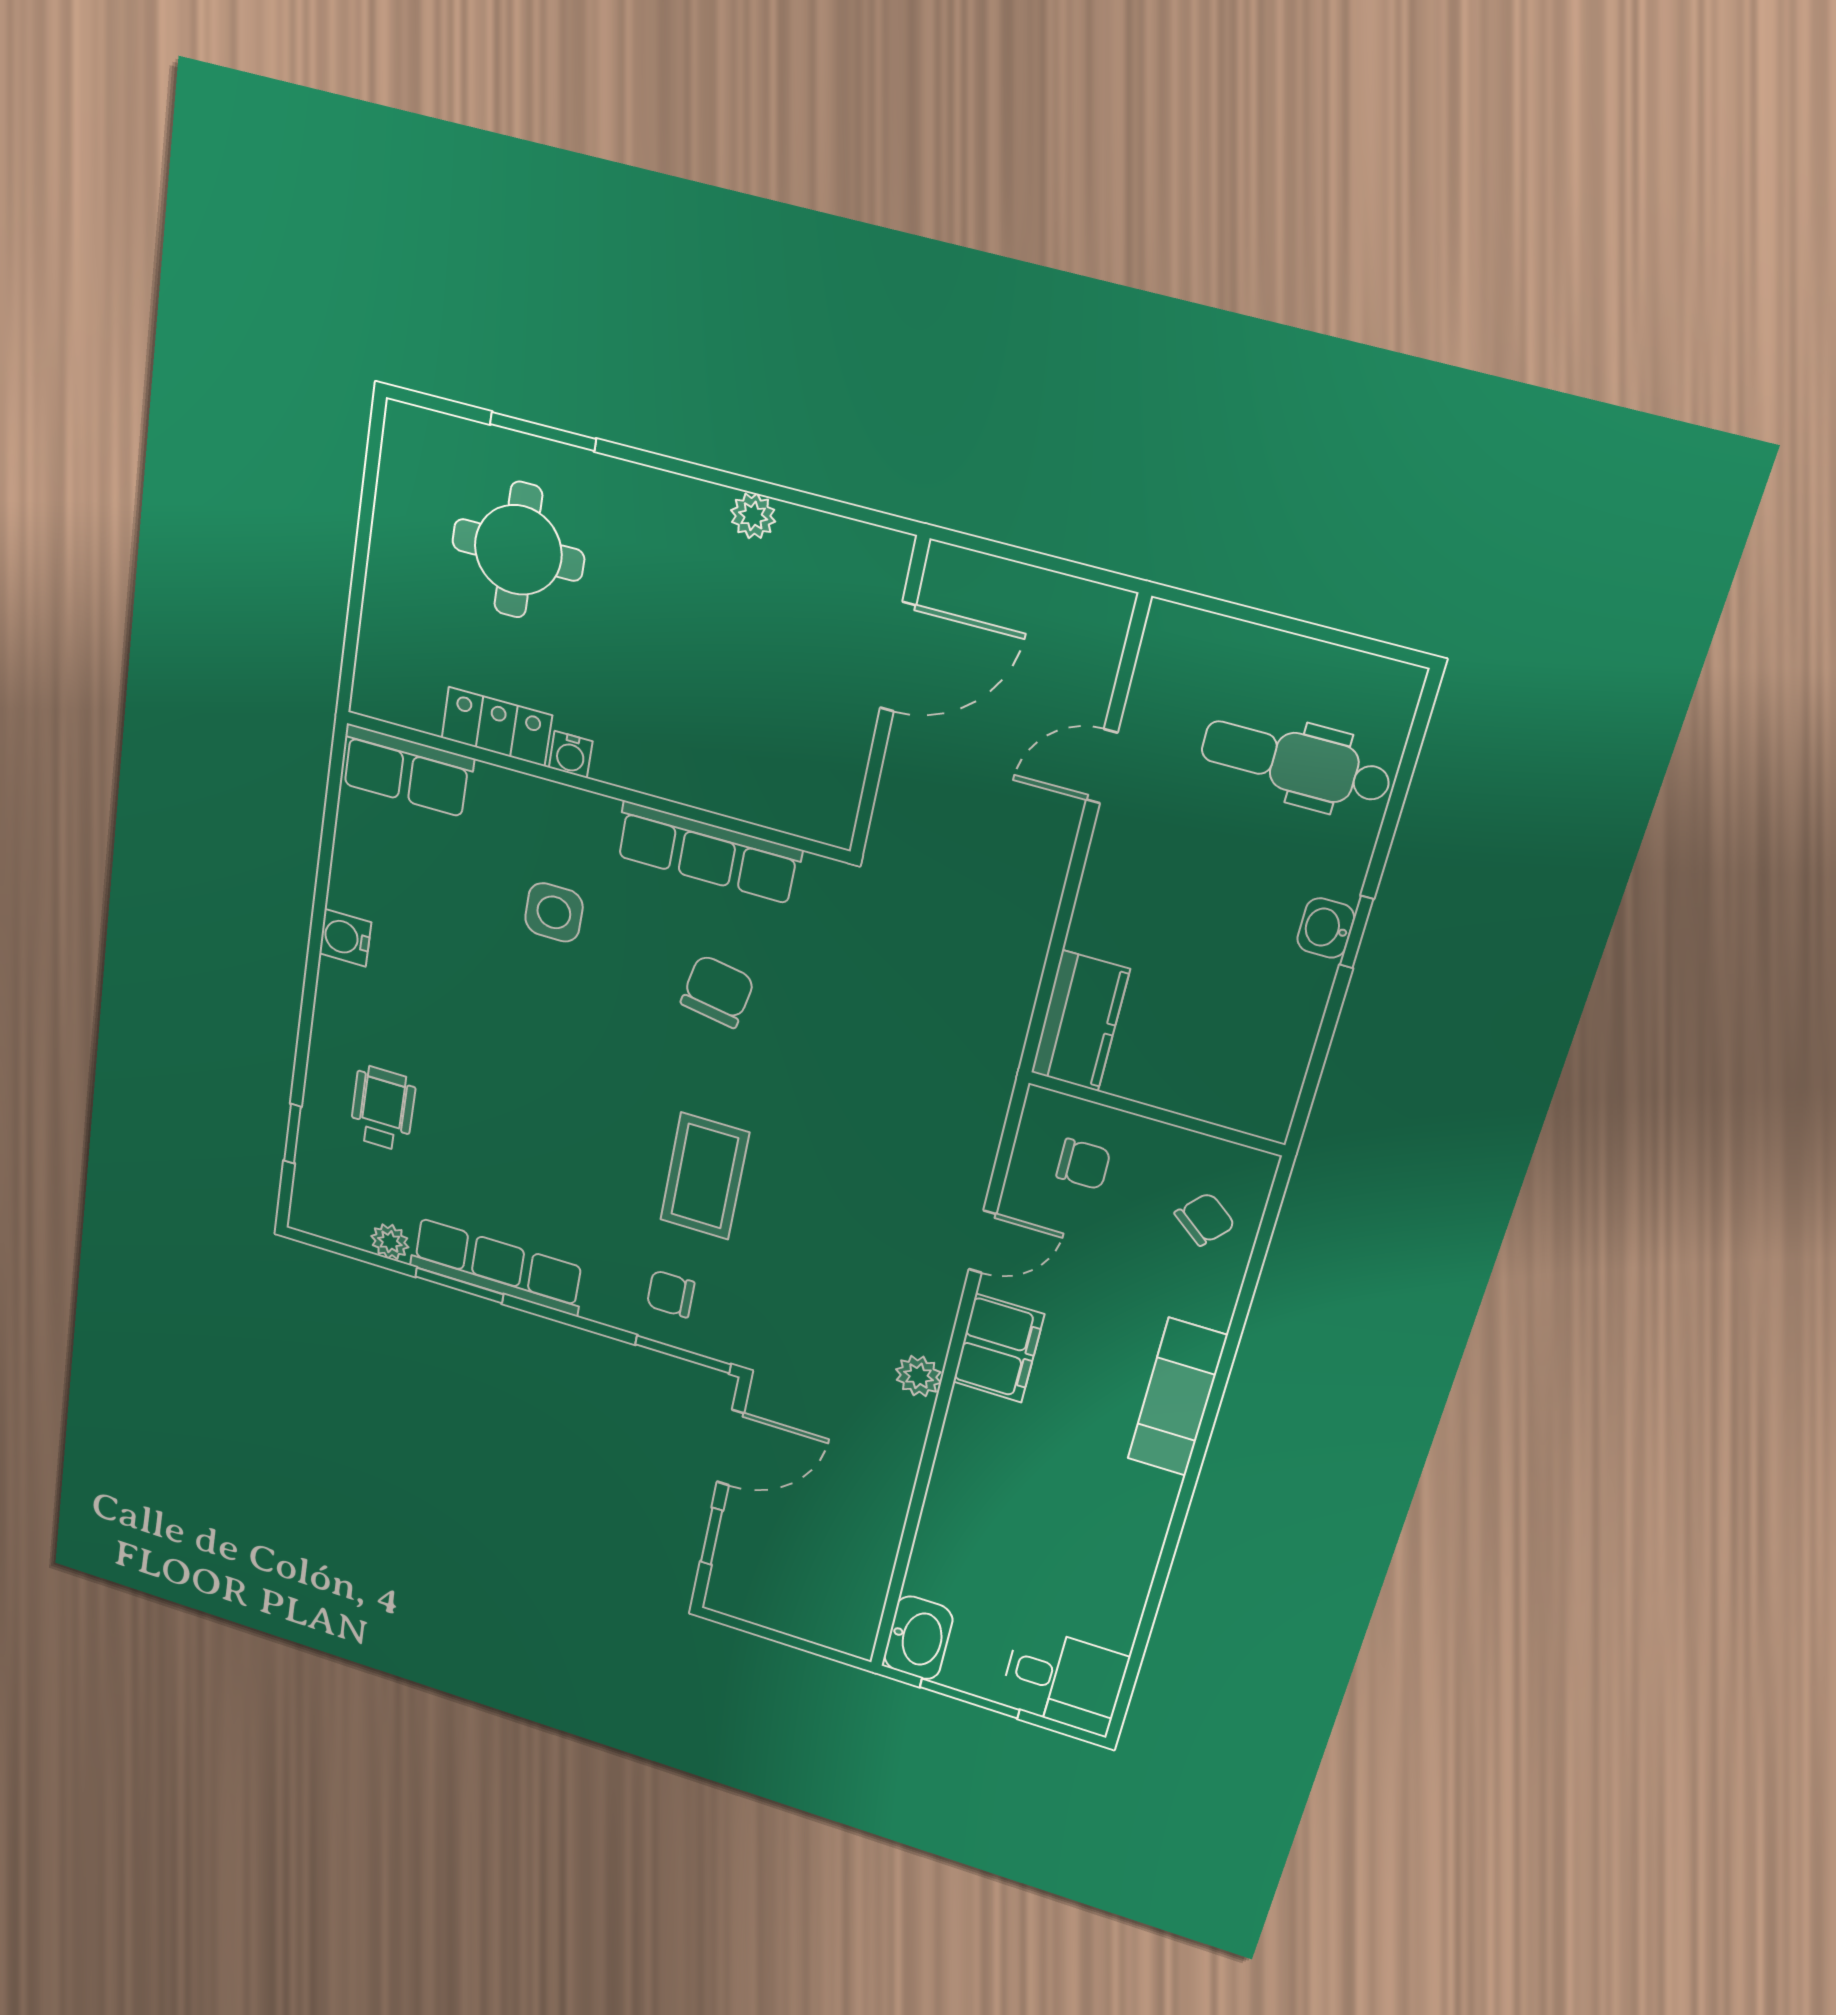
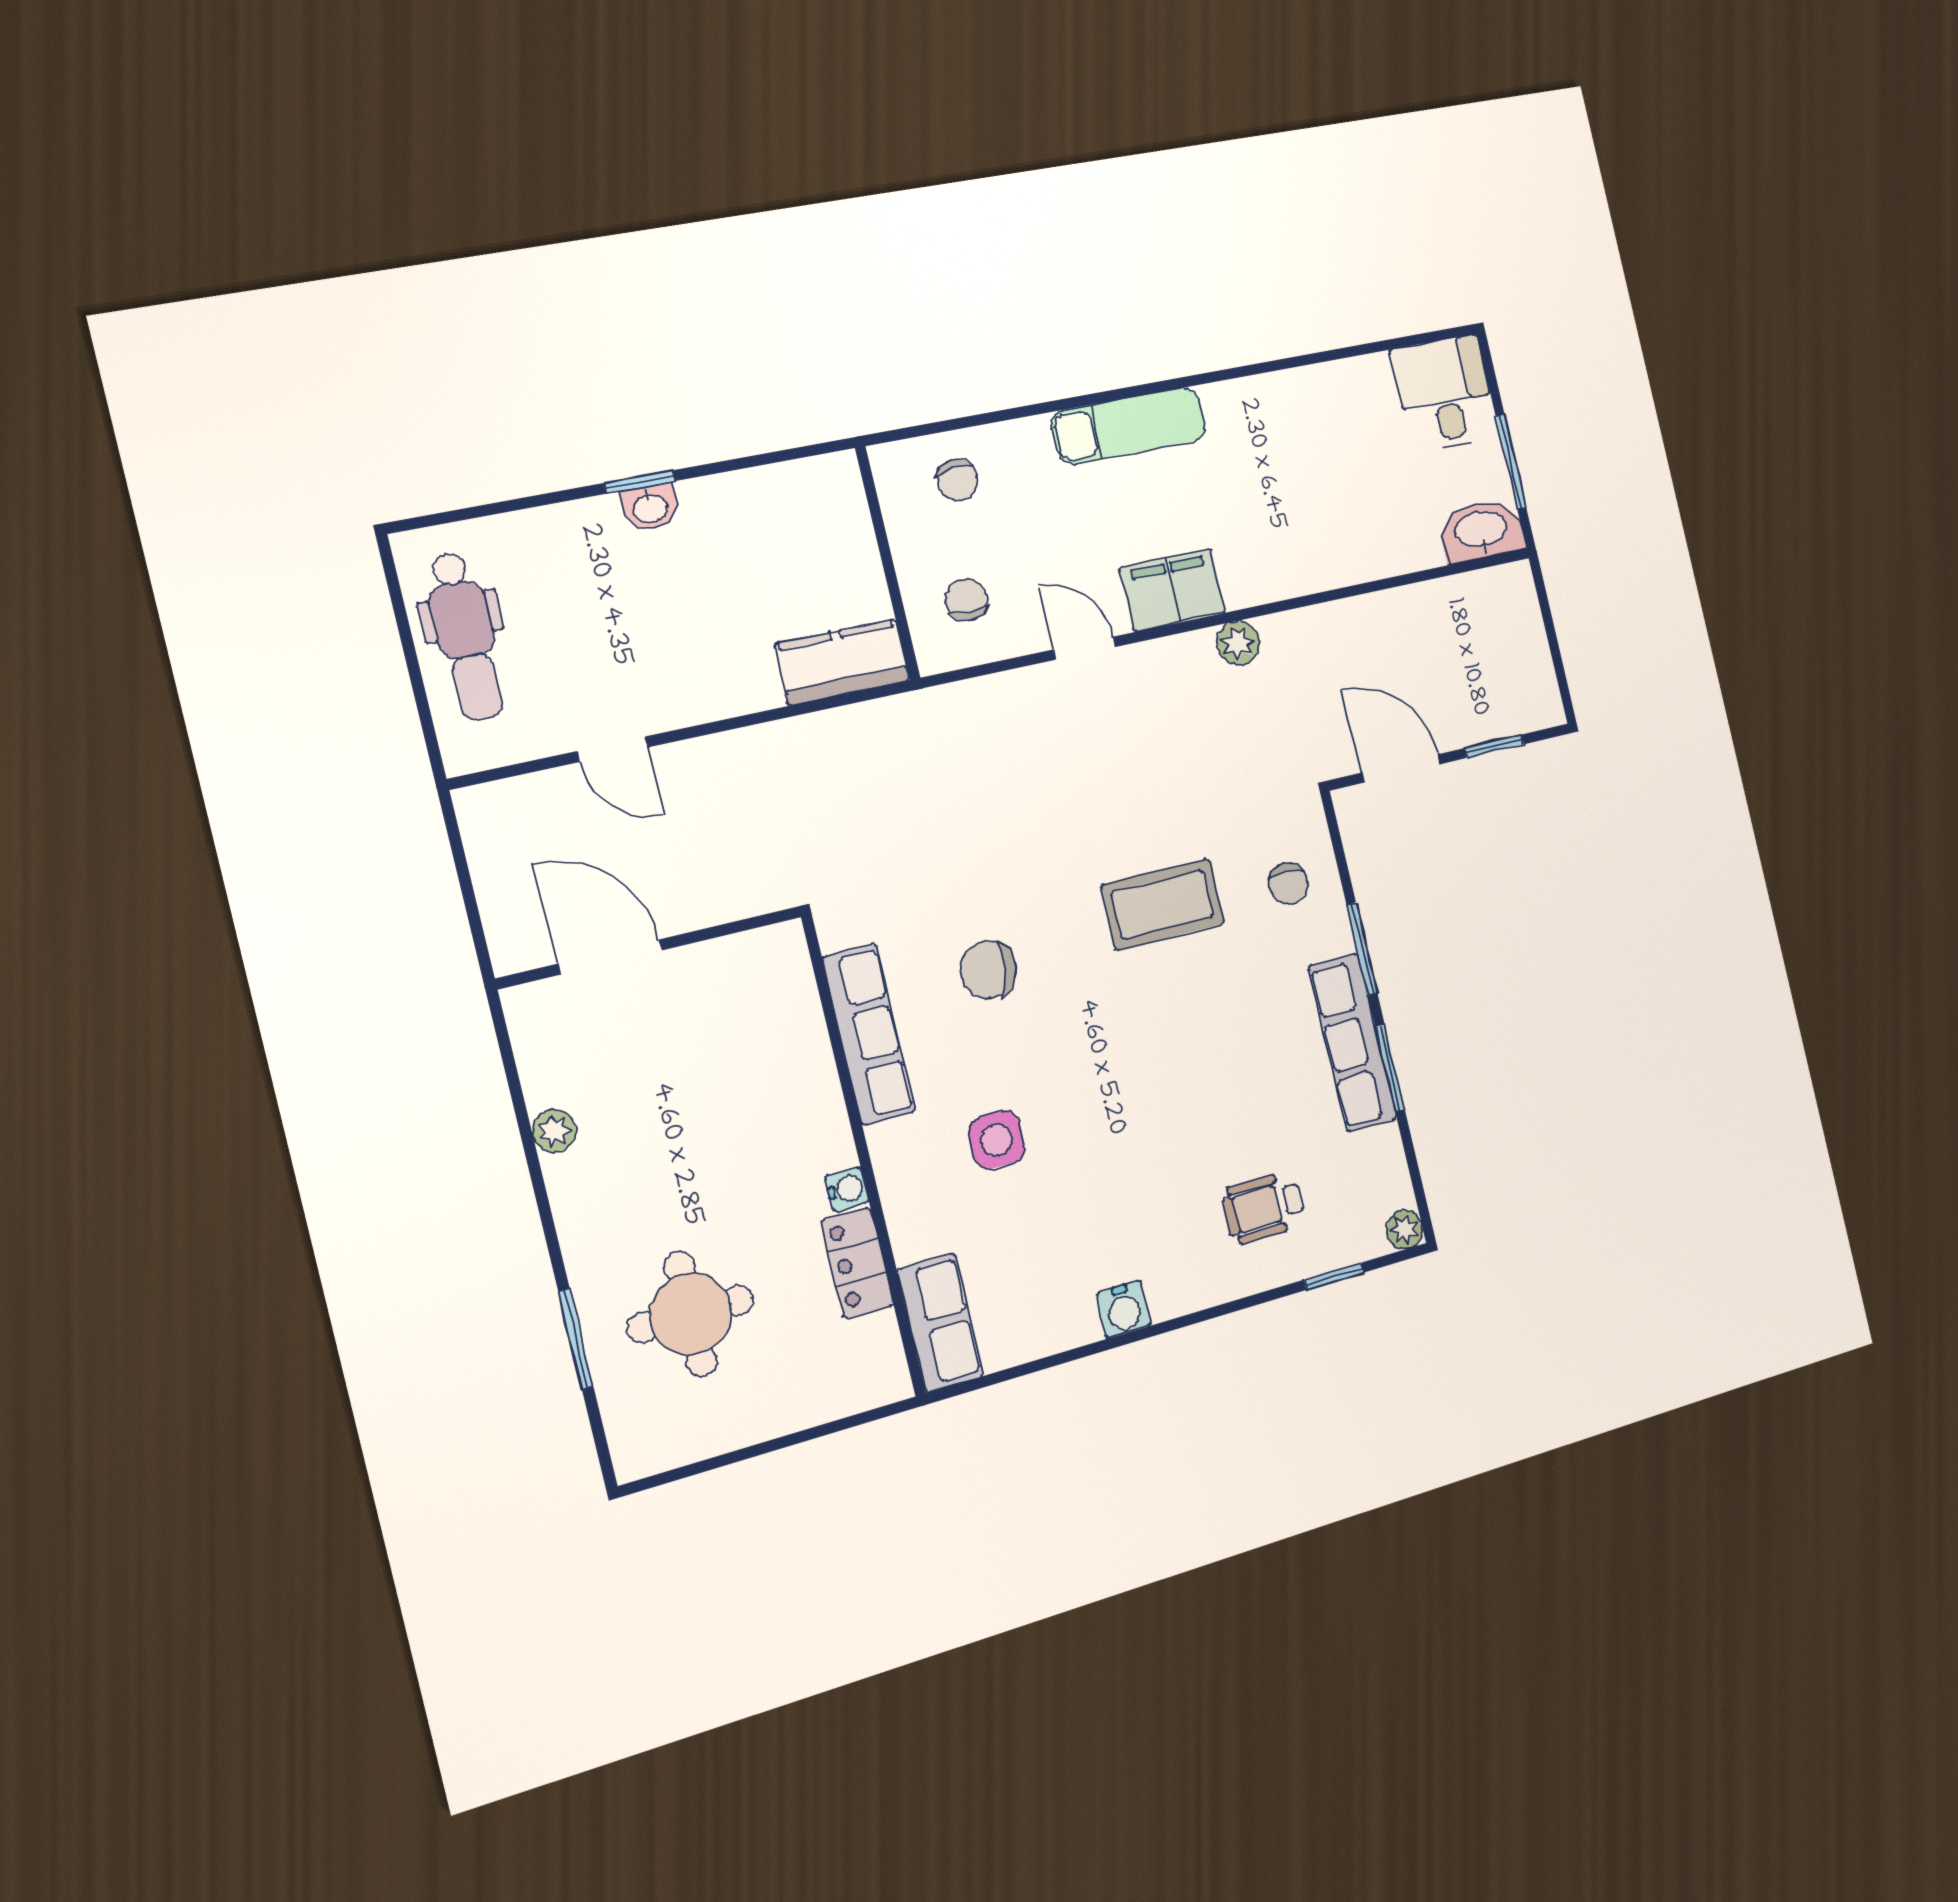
dental chair: (1296, 763) -> (465, 636), moved
chair: (1205, 1219) -> (957, 480), turned -136
plant: (390, 1242) -> (1405, 1230), moved
window: (683, 1354) -> (1362, 949), moved

